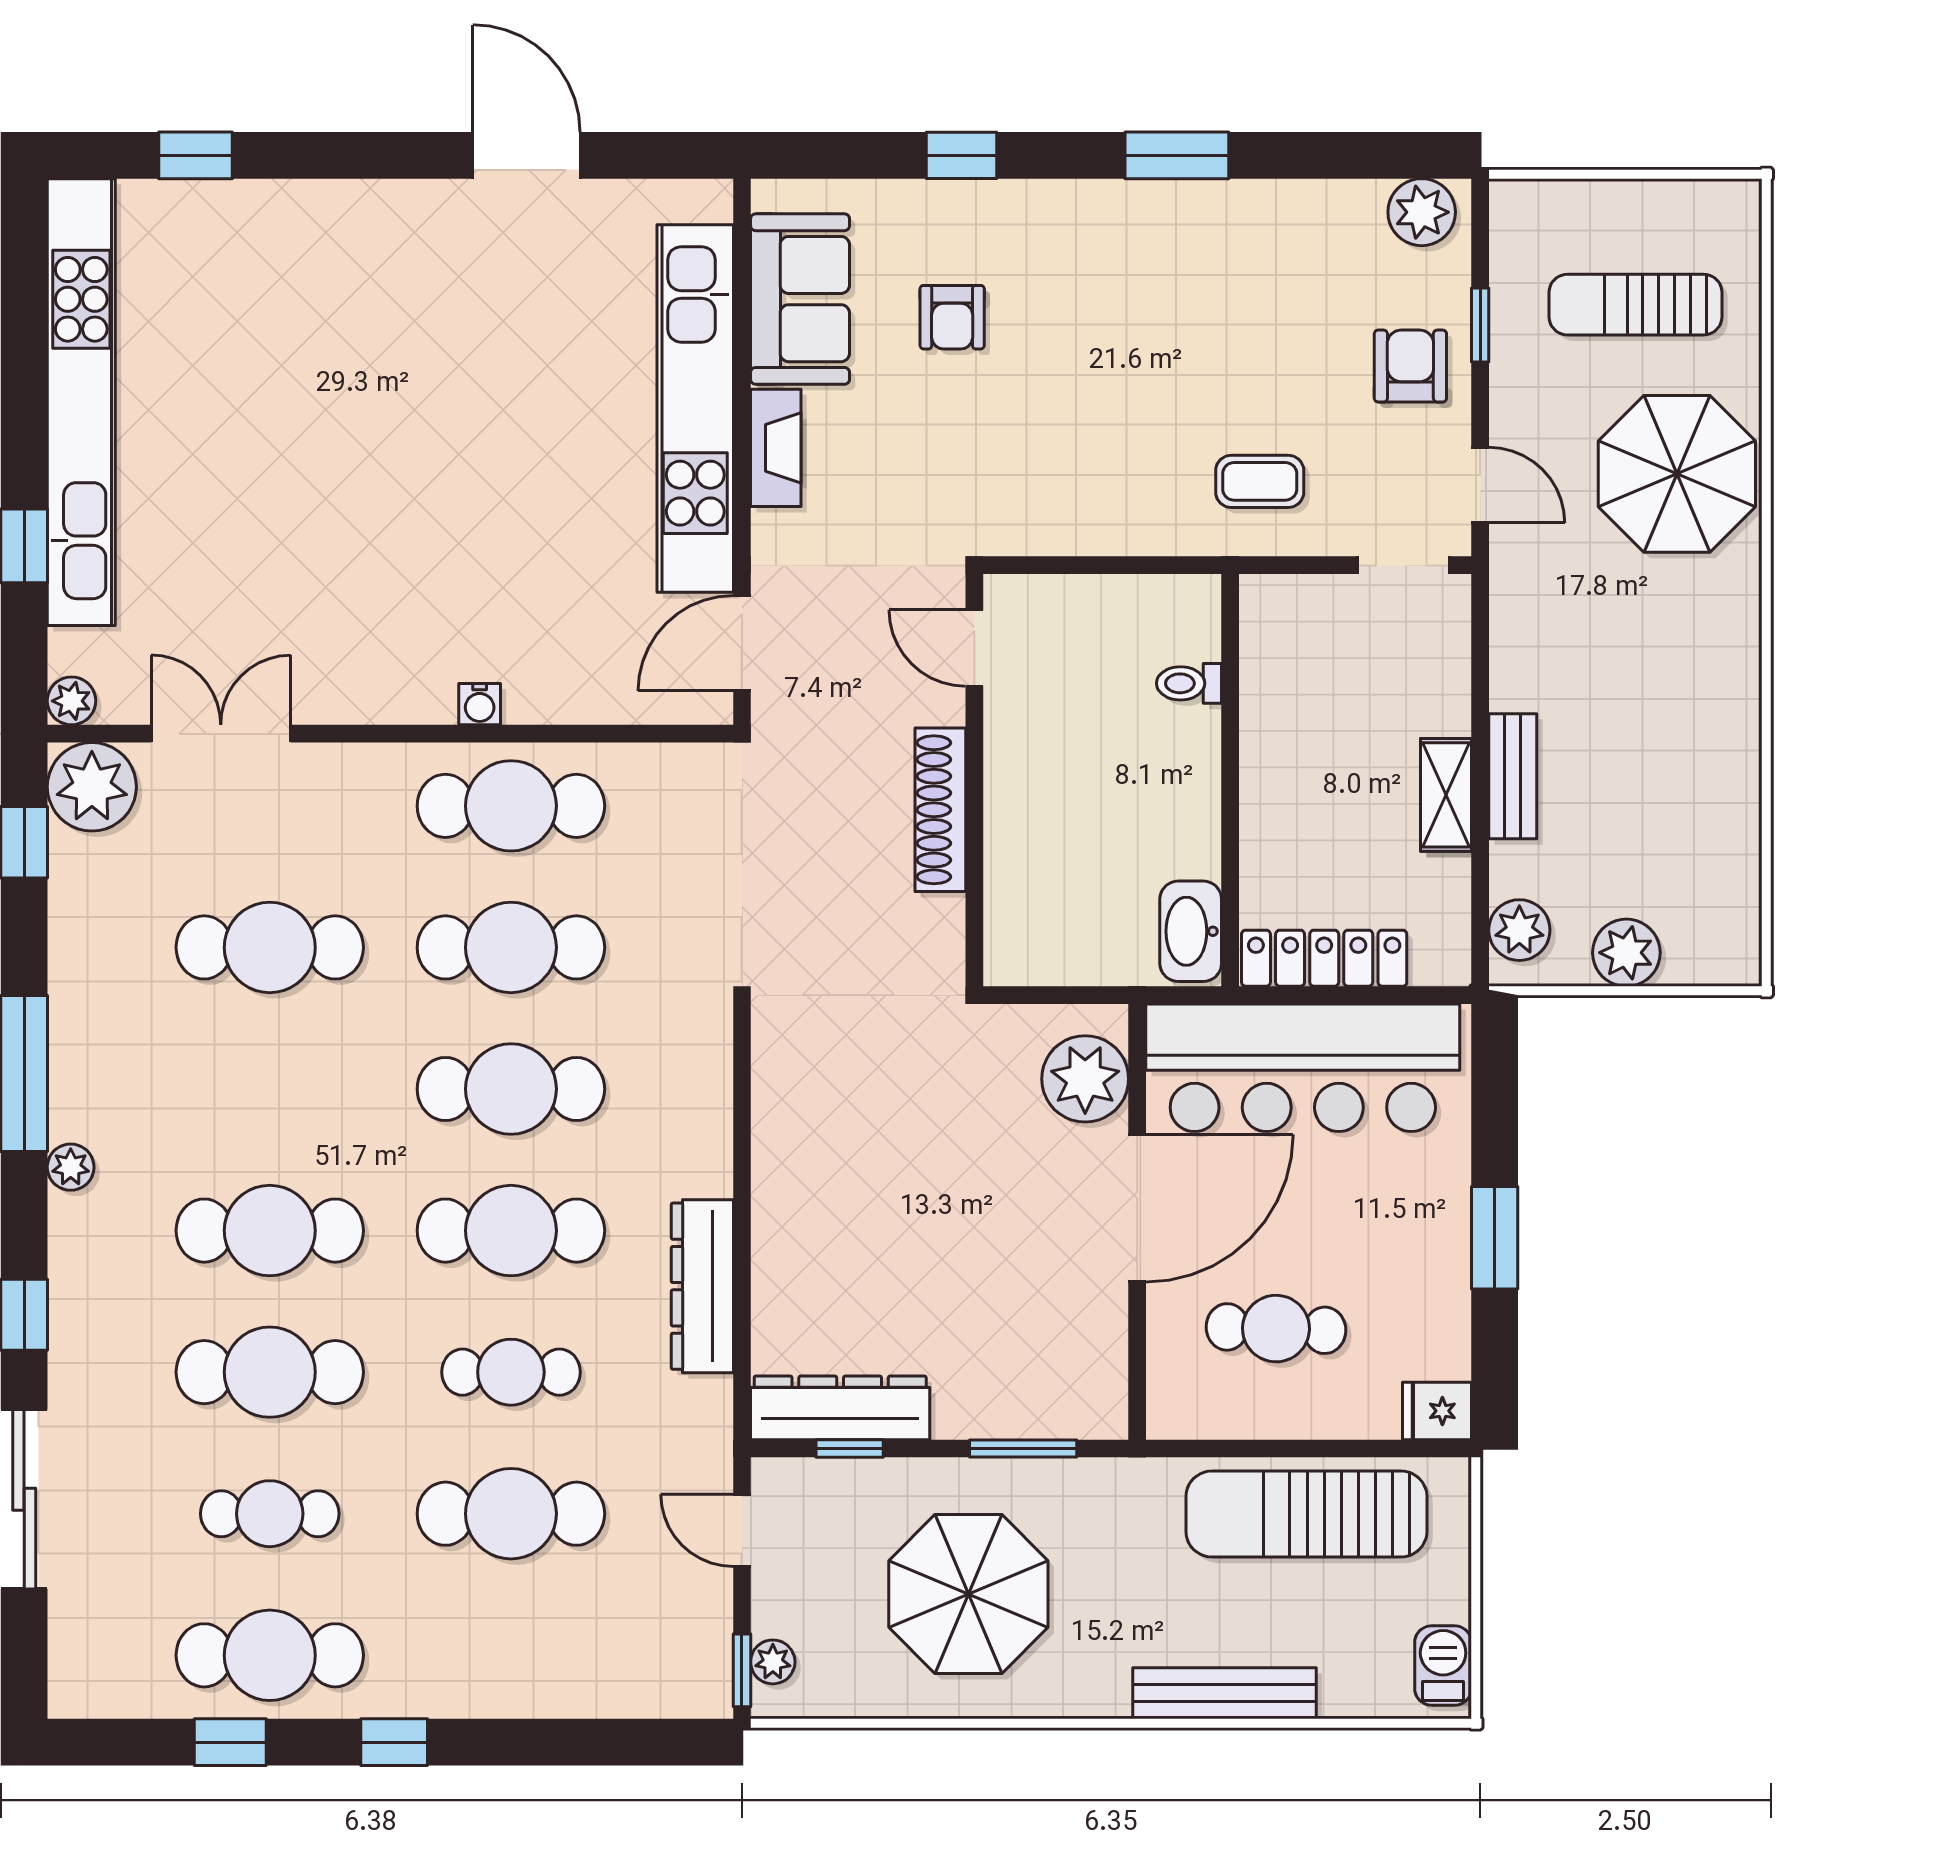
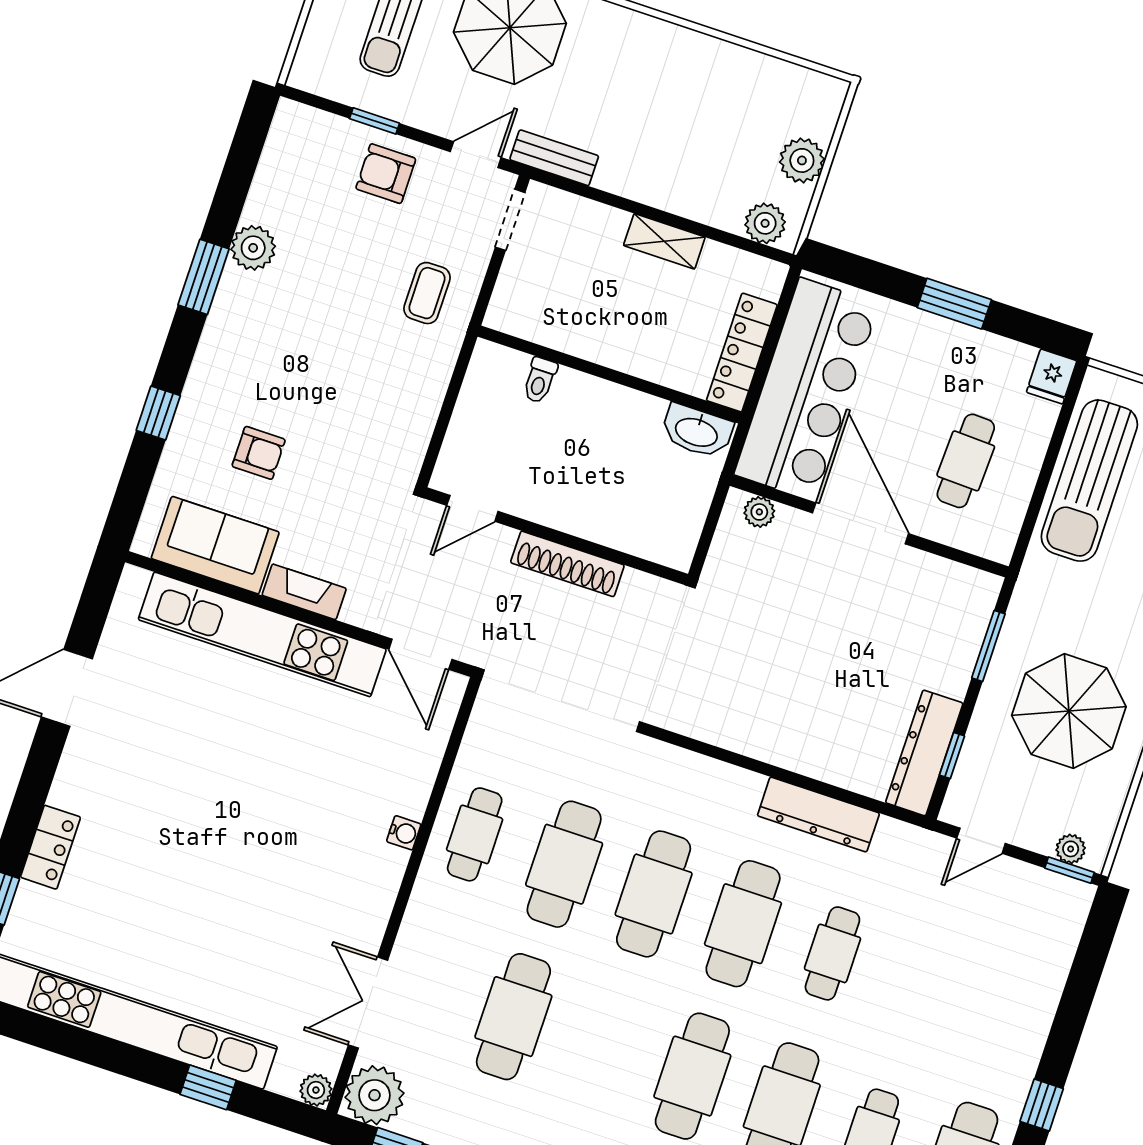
locker: (292, 208) -> (50, 847), added
plant: (1422, 212) -> (253, 248), moved
bench: (1513, 776) -> (554, 158), moved
cafe table: (511, 806) -> (475, 834), width x0.73, depth x0.74
plant: (1085, 1079) -> (759, 512), width x0.53, depth x0.53
cafe table: (511, 1514) -> (922, 983), removed

